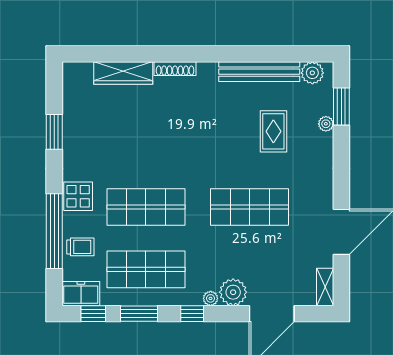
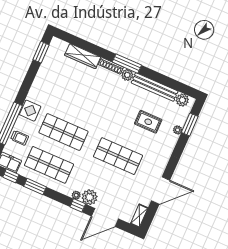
window: (199, 54) -> (127, 64), added
plant: (207, 72) -> (127, 75), added
rug: (273, 131) -> (148, 122), turned 90
window: (54, 132) -> (41, 52), moved
window: (192, 314) -> (78, 205), moved

